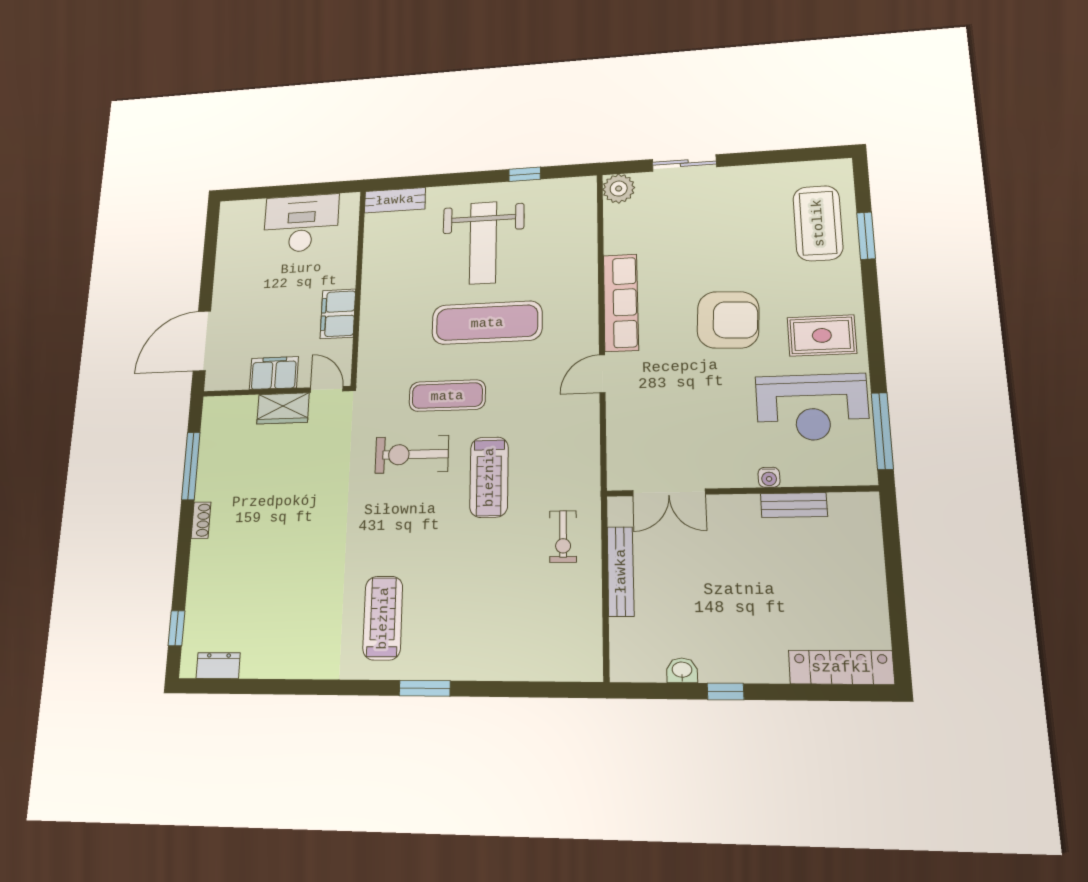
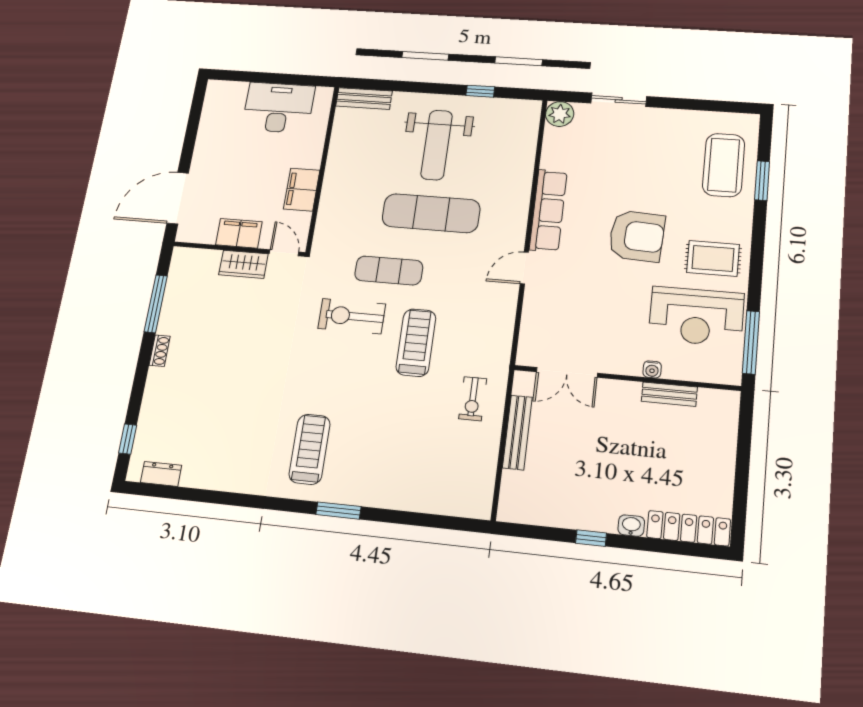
treadmill: (489, 477) -> (416, 343), turned 180
washbasin: (682, 670) -> (631, 526), moved

